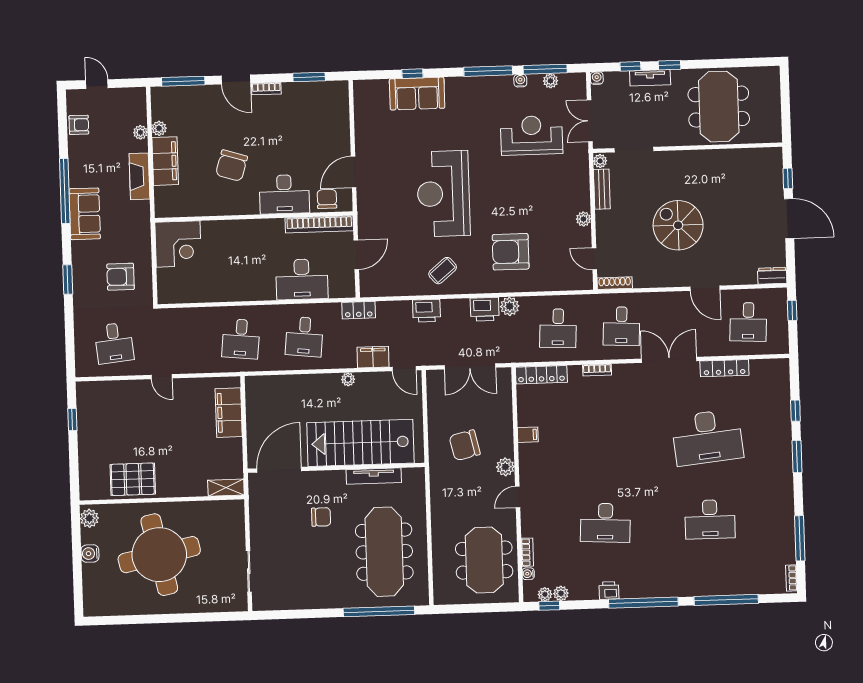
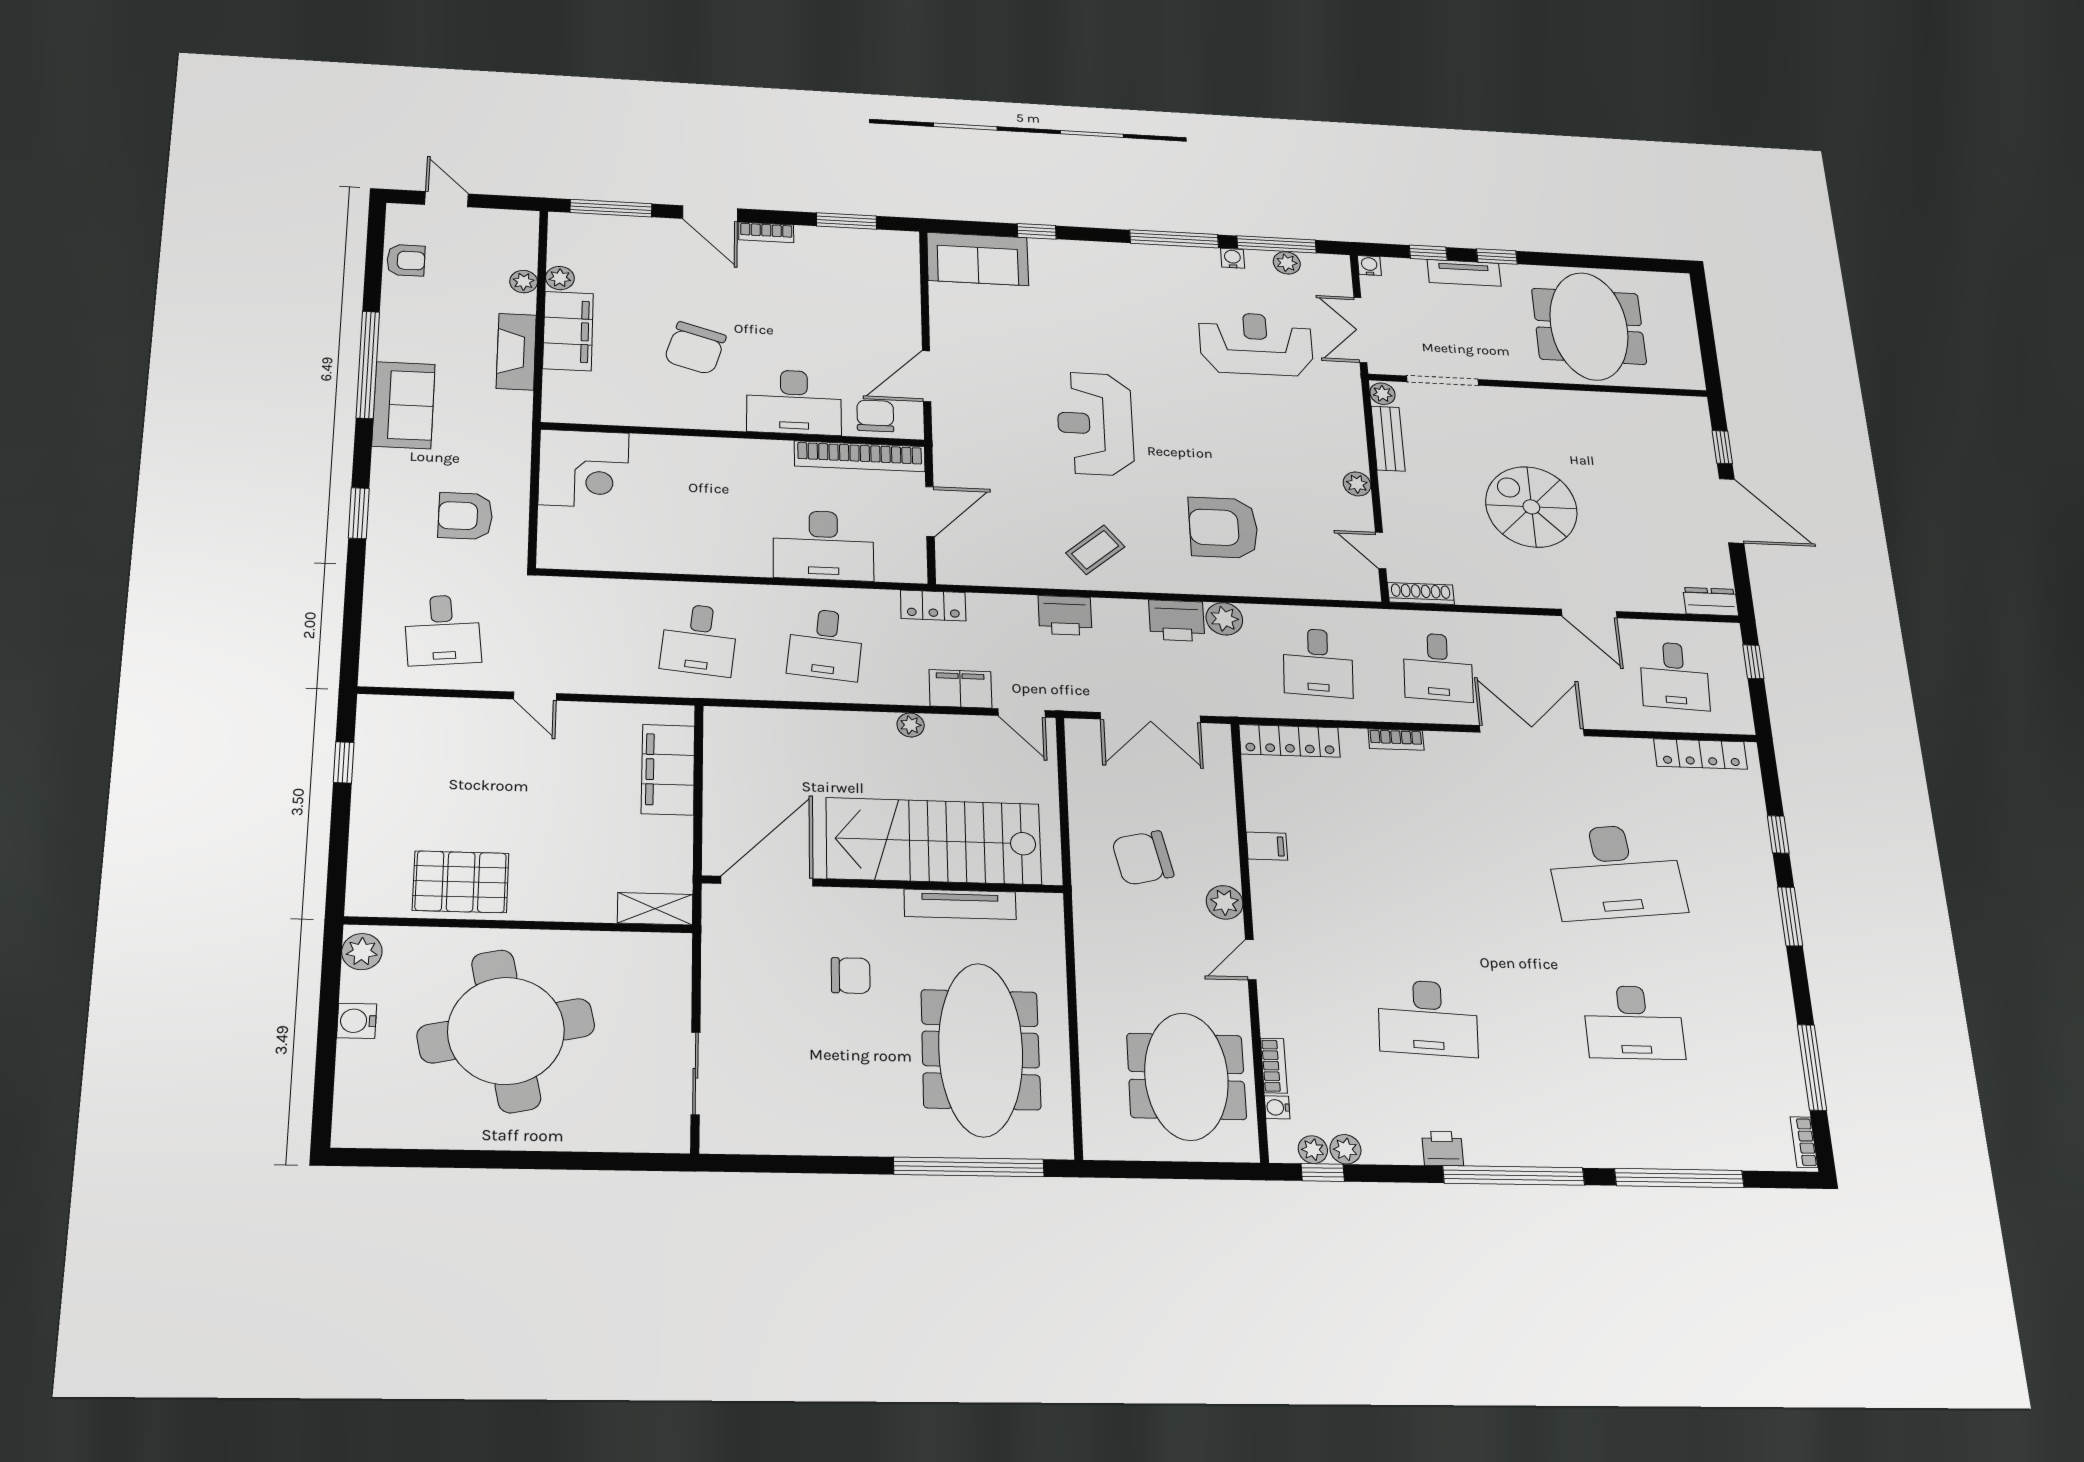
sofa: (417, 94) -> (978, 259), moved
reception desk: (443, 194) -> (1095, 424), width x0.74, depth x0.77
locker: (724, 368) -> (1701, 754), moved

